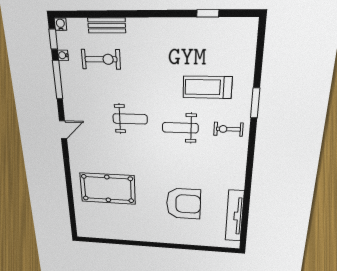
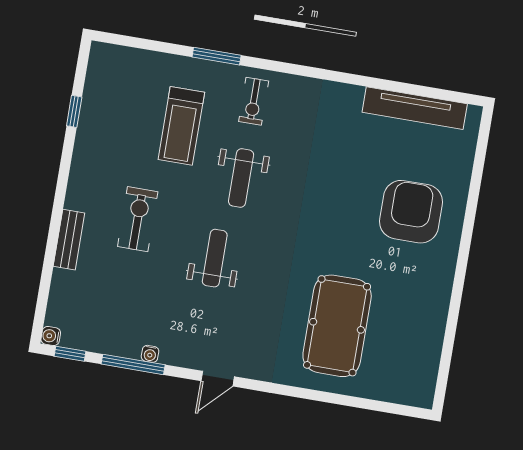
bench: (107, 25) -> (69, 240), moved
water cooler: (63, 55) -> (150, 354), moved
exercise bike: (101, 59) -> (138, 219), moved
door: (63, 130) -> (218, 379), swing flipped
armchair: (183, 204) -> (411, 212), moved

